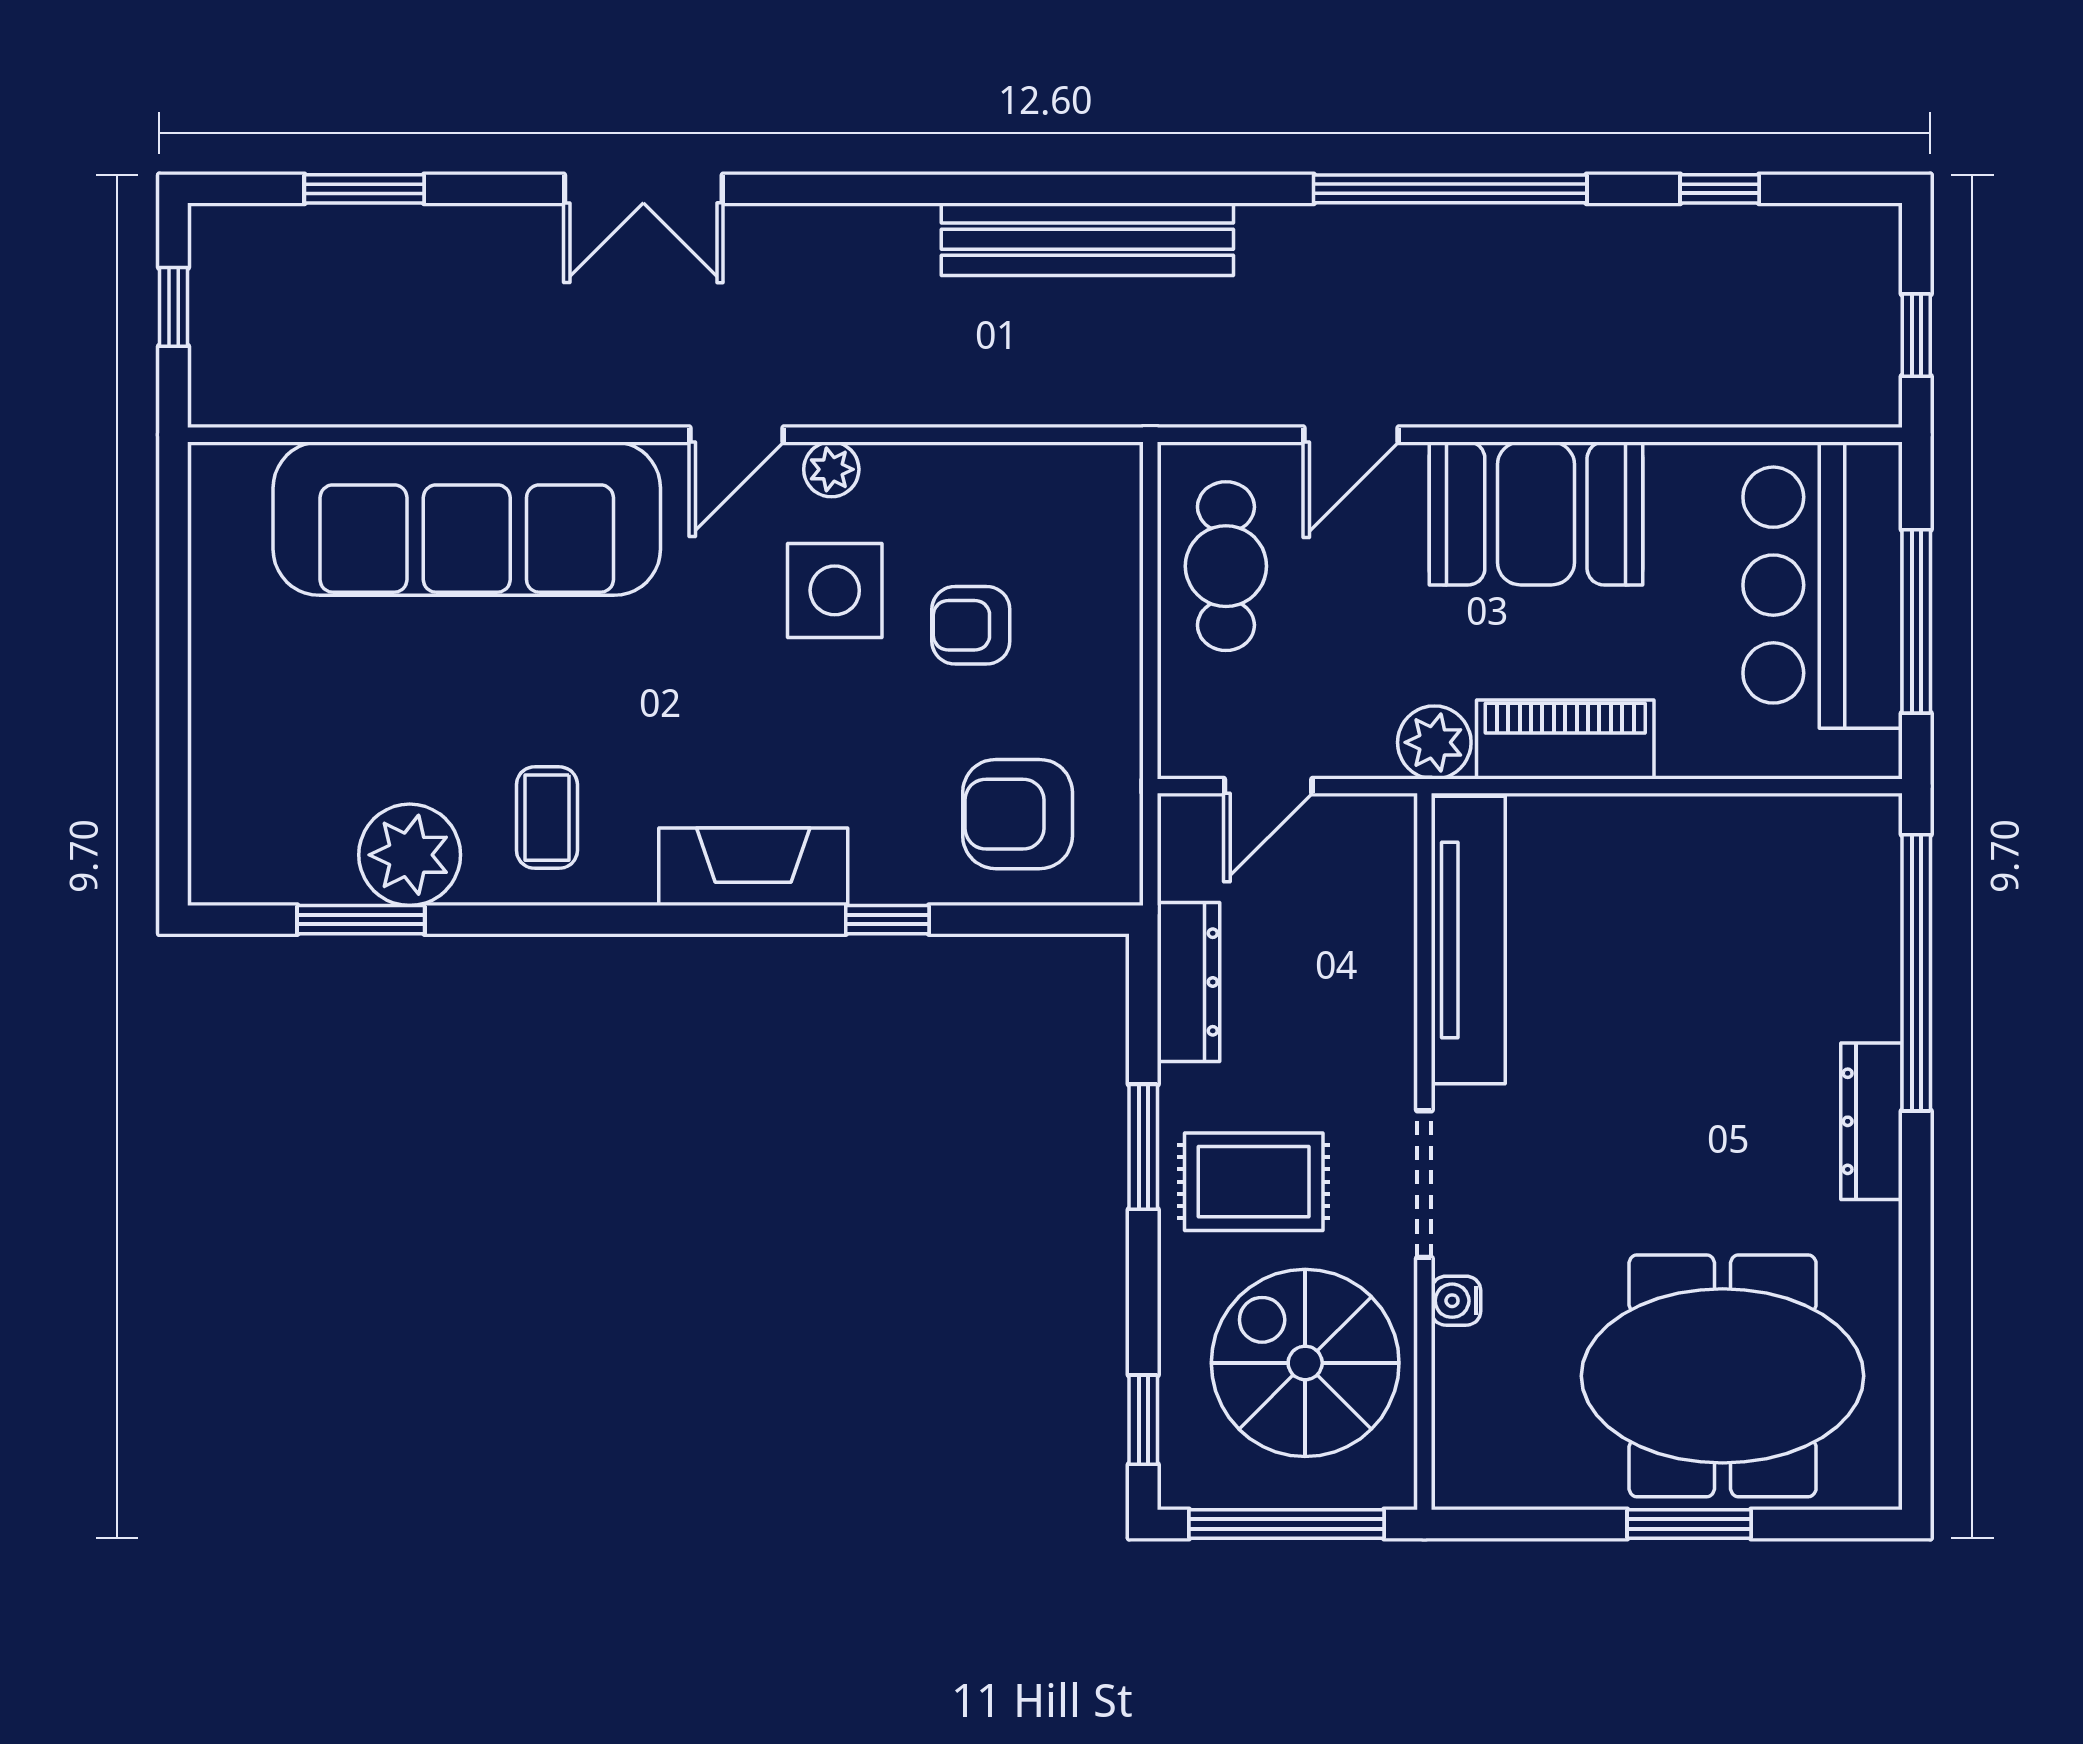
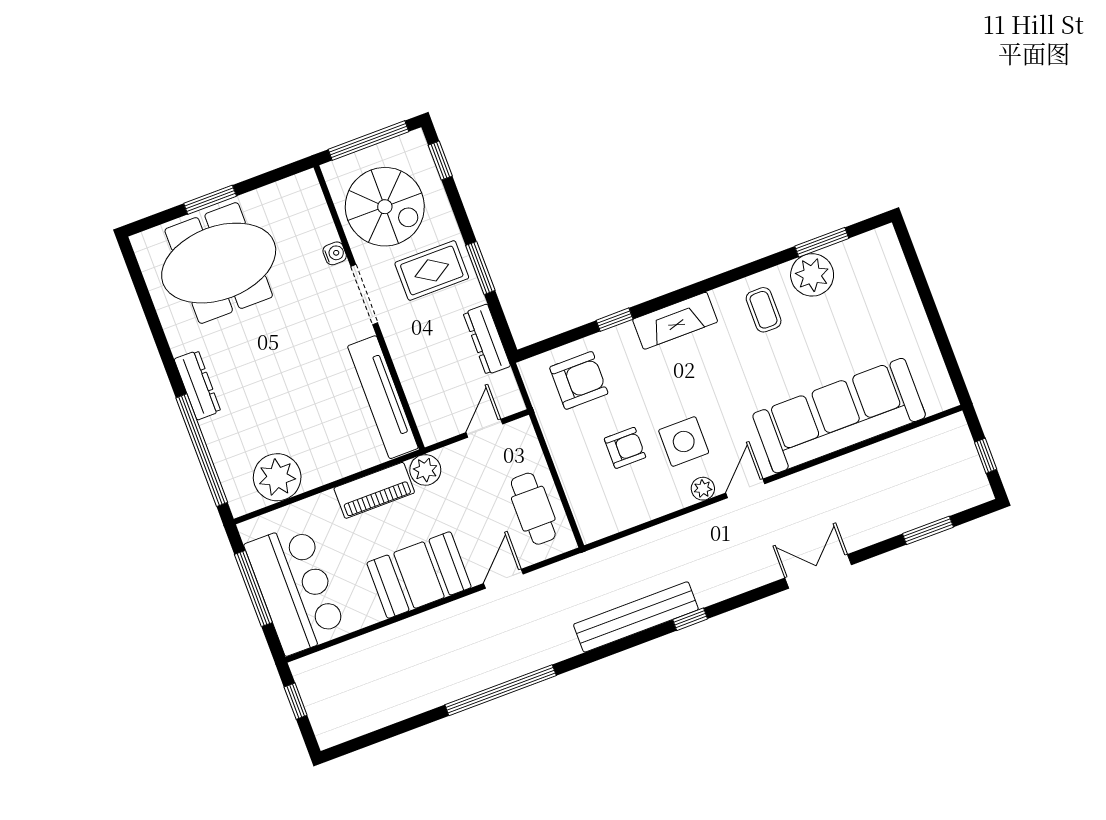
window: (1720, 189) -> (690, 619), moved
plant: (1771, 850) -> (277, 477), added

